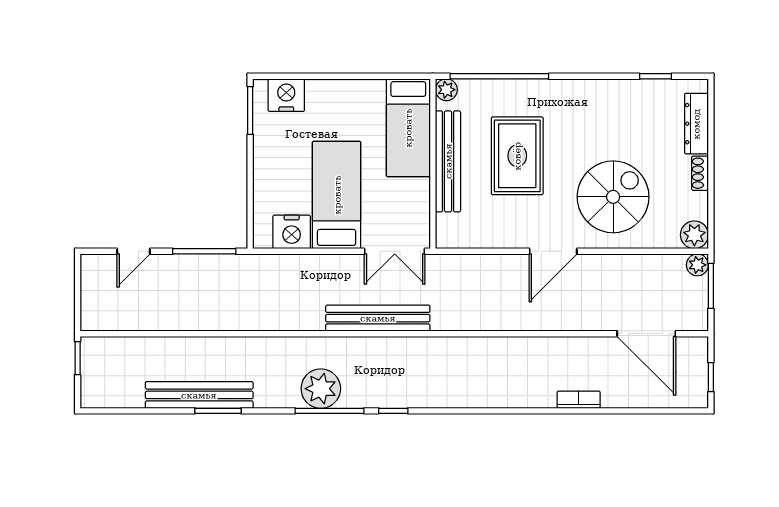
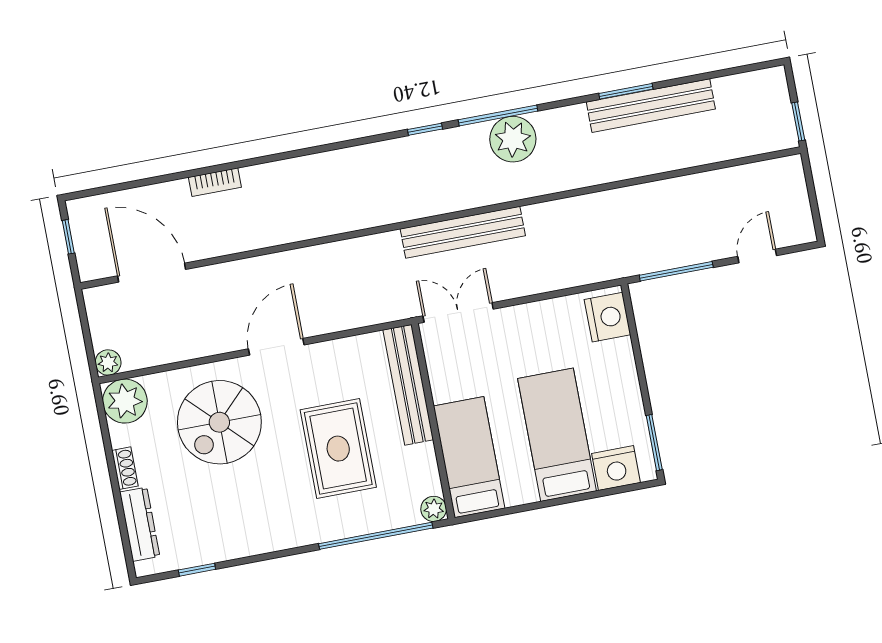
bench: (448, 161) -> (408, 385), moved
bed: (337, 195) -> (557, 435), moved, turned 180
nightstand: (292, 232) -> (607, 317), moved, turned 90
plant: (694, 235) -> (125, 401), width x1.36, depth x1.36
window: (711, 286) -> (88, 341), removed

